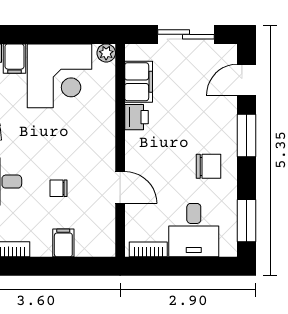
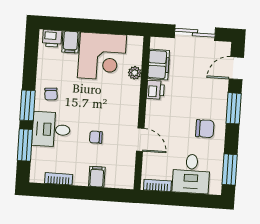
plant: (106, 53) -> (135, 73), moved

